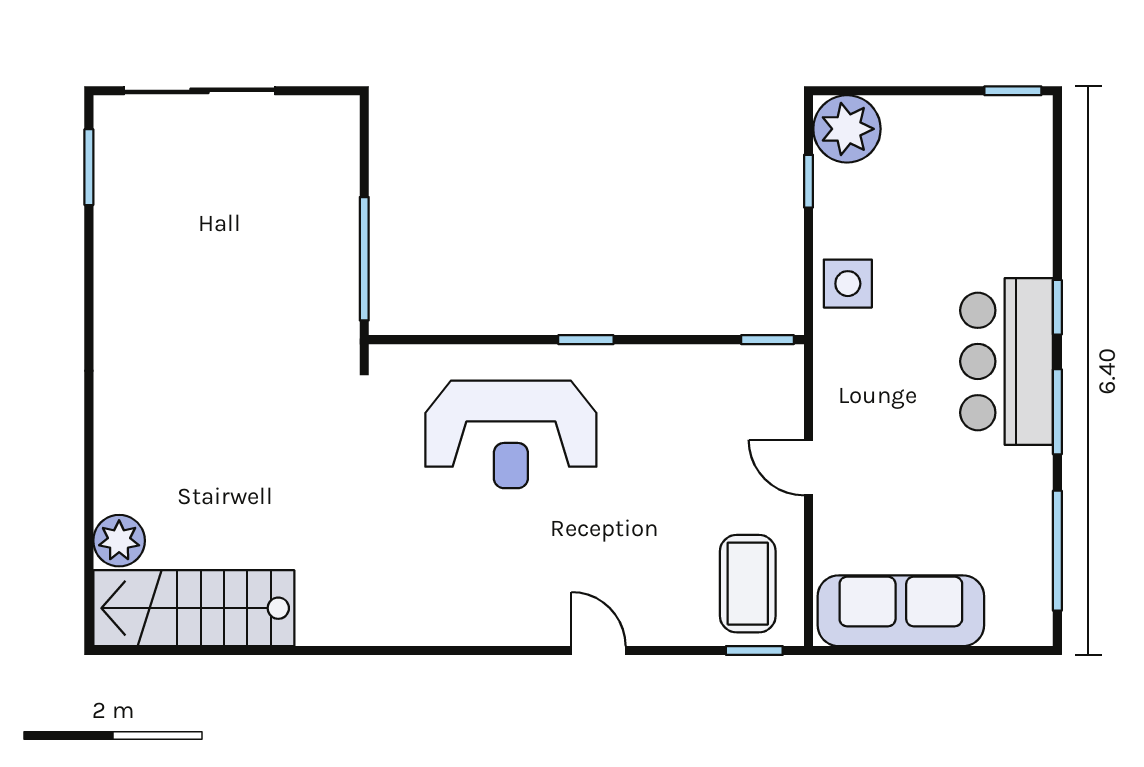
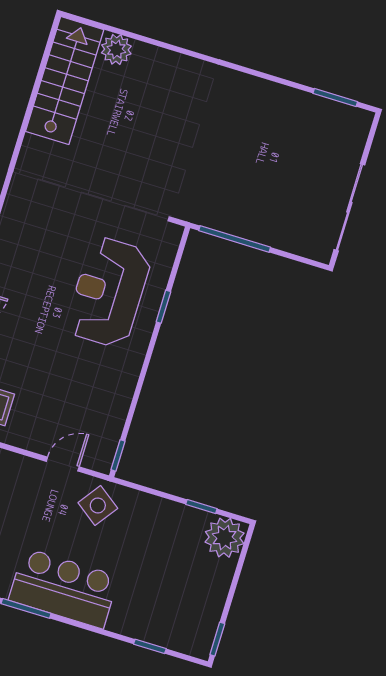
sliding door: (199, 91) -> (349, 207), moved
side table: (848, 284) -> (98, 506), moved, turned 36
window: (1057, 307) -> (150, 646), moved
window: (586, 340) -> (163, 307), moved
door: (809, 468) -> (63, 464), moved

